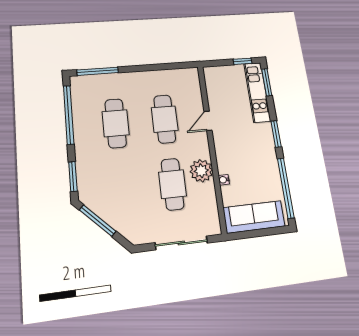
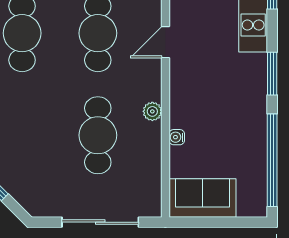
plant: (201, 171) -> (152, 111), width x0.53, depth x0.53
sofa: (254, 217) -> (203, 198), width x0.73

